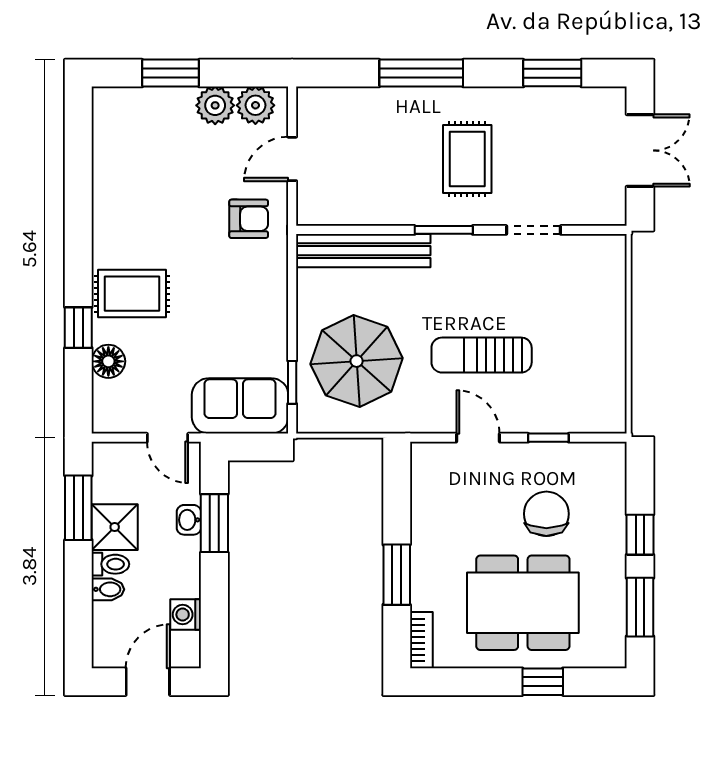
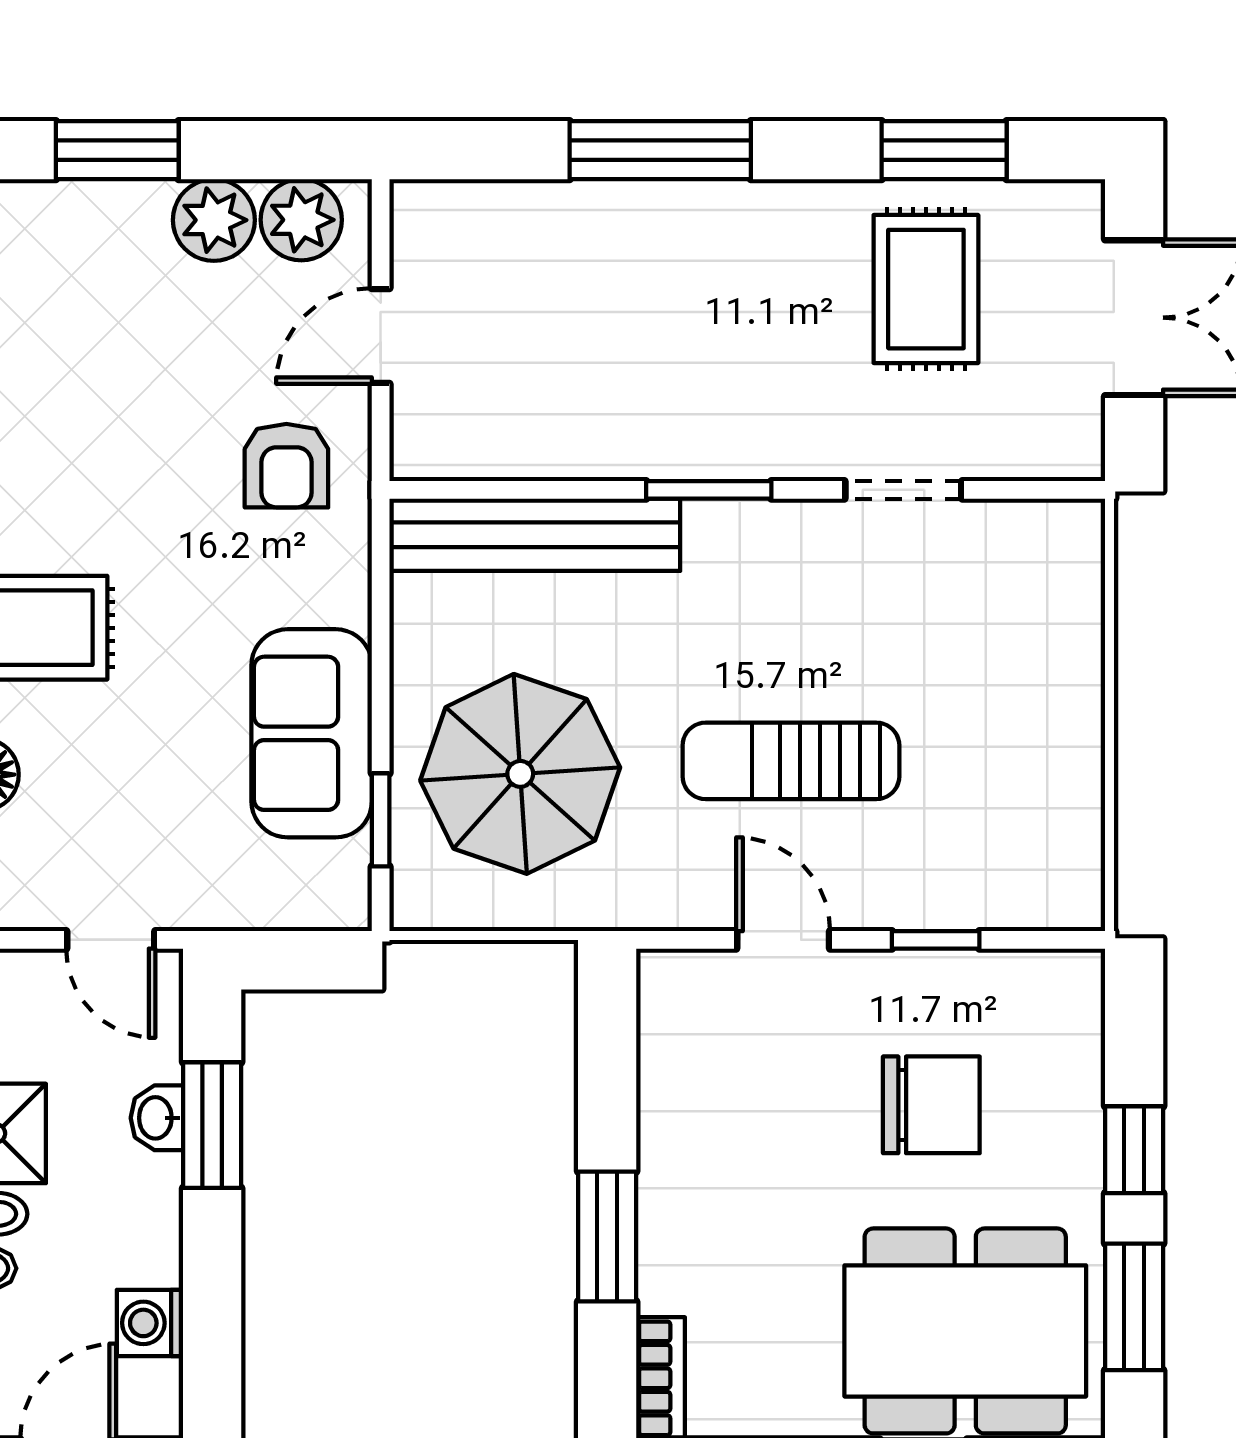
rug: (467, 159) -> (926, 289), moved
armchair: (249, 219) -> (286, 466), turned 90
sofa: (240, 406) -> (312, 733), moved, turned -90
chair: (546, 514) -> (931, 1105), turned 90
dining table: (523, 603) -> (965, 1331), moved

